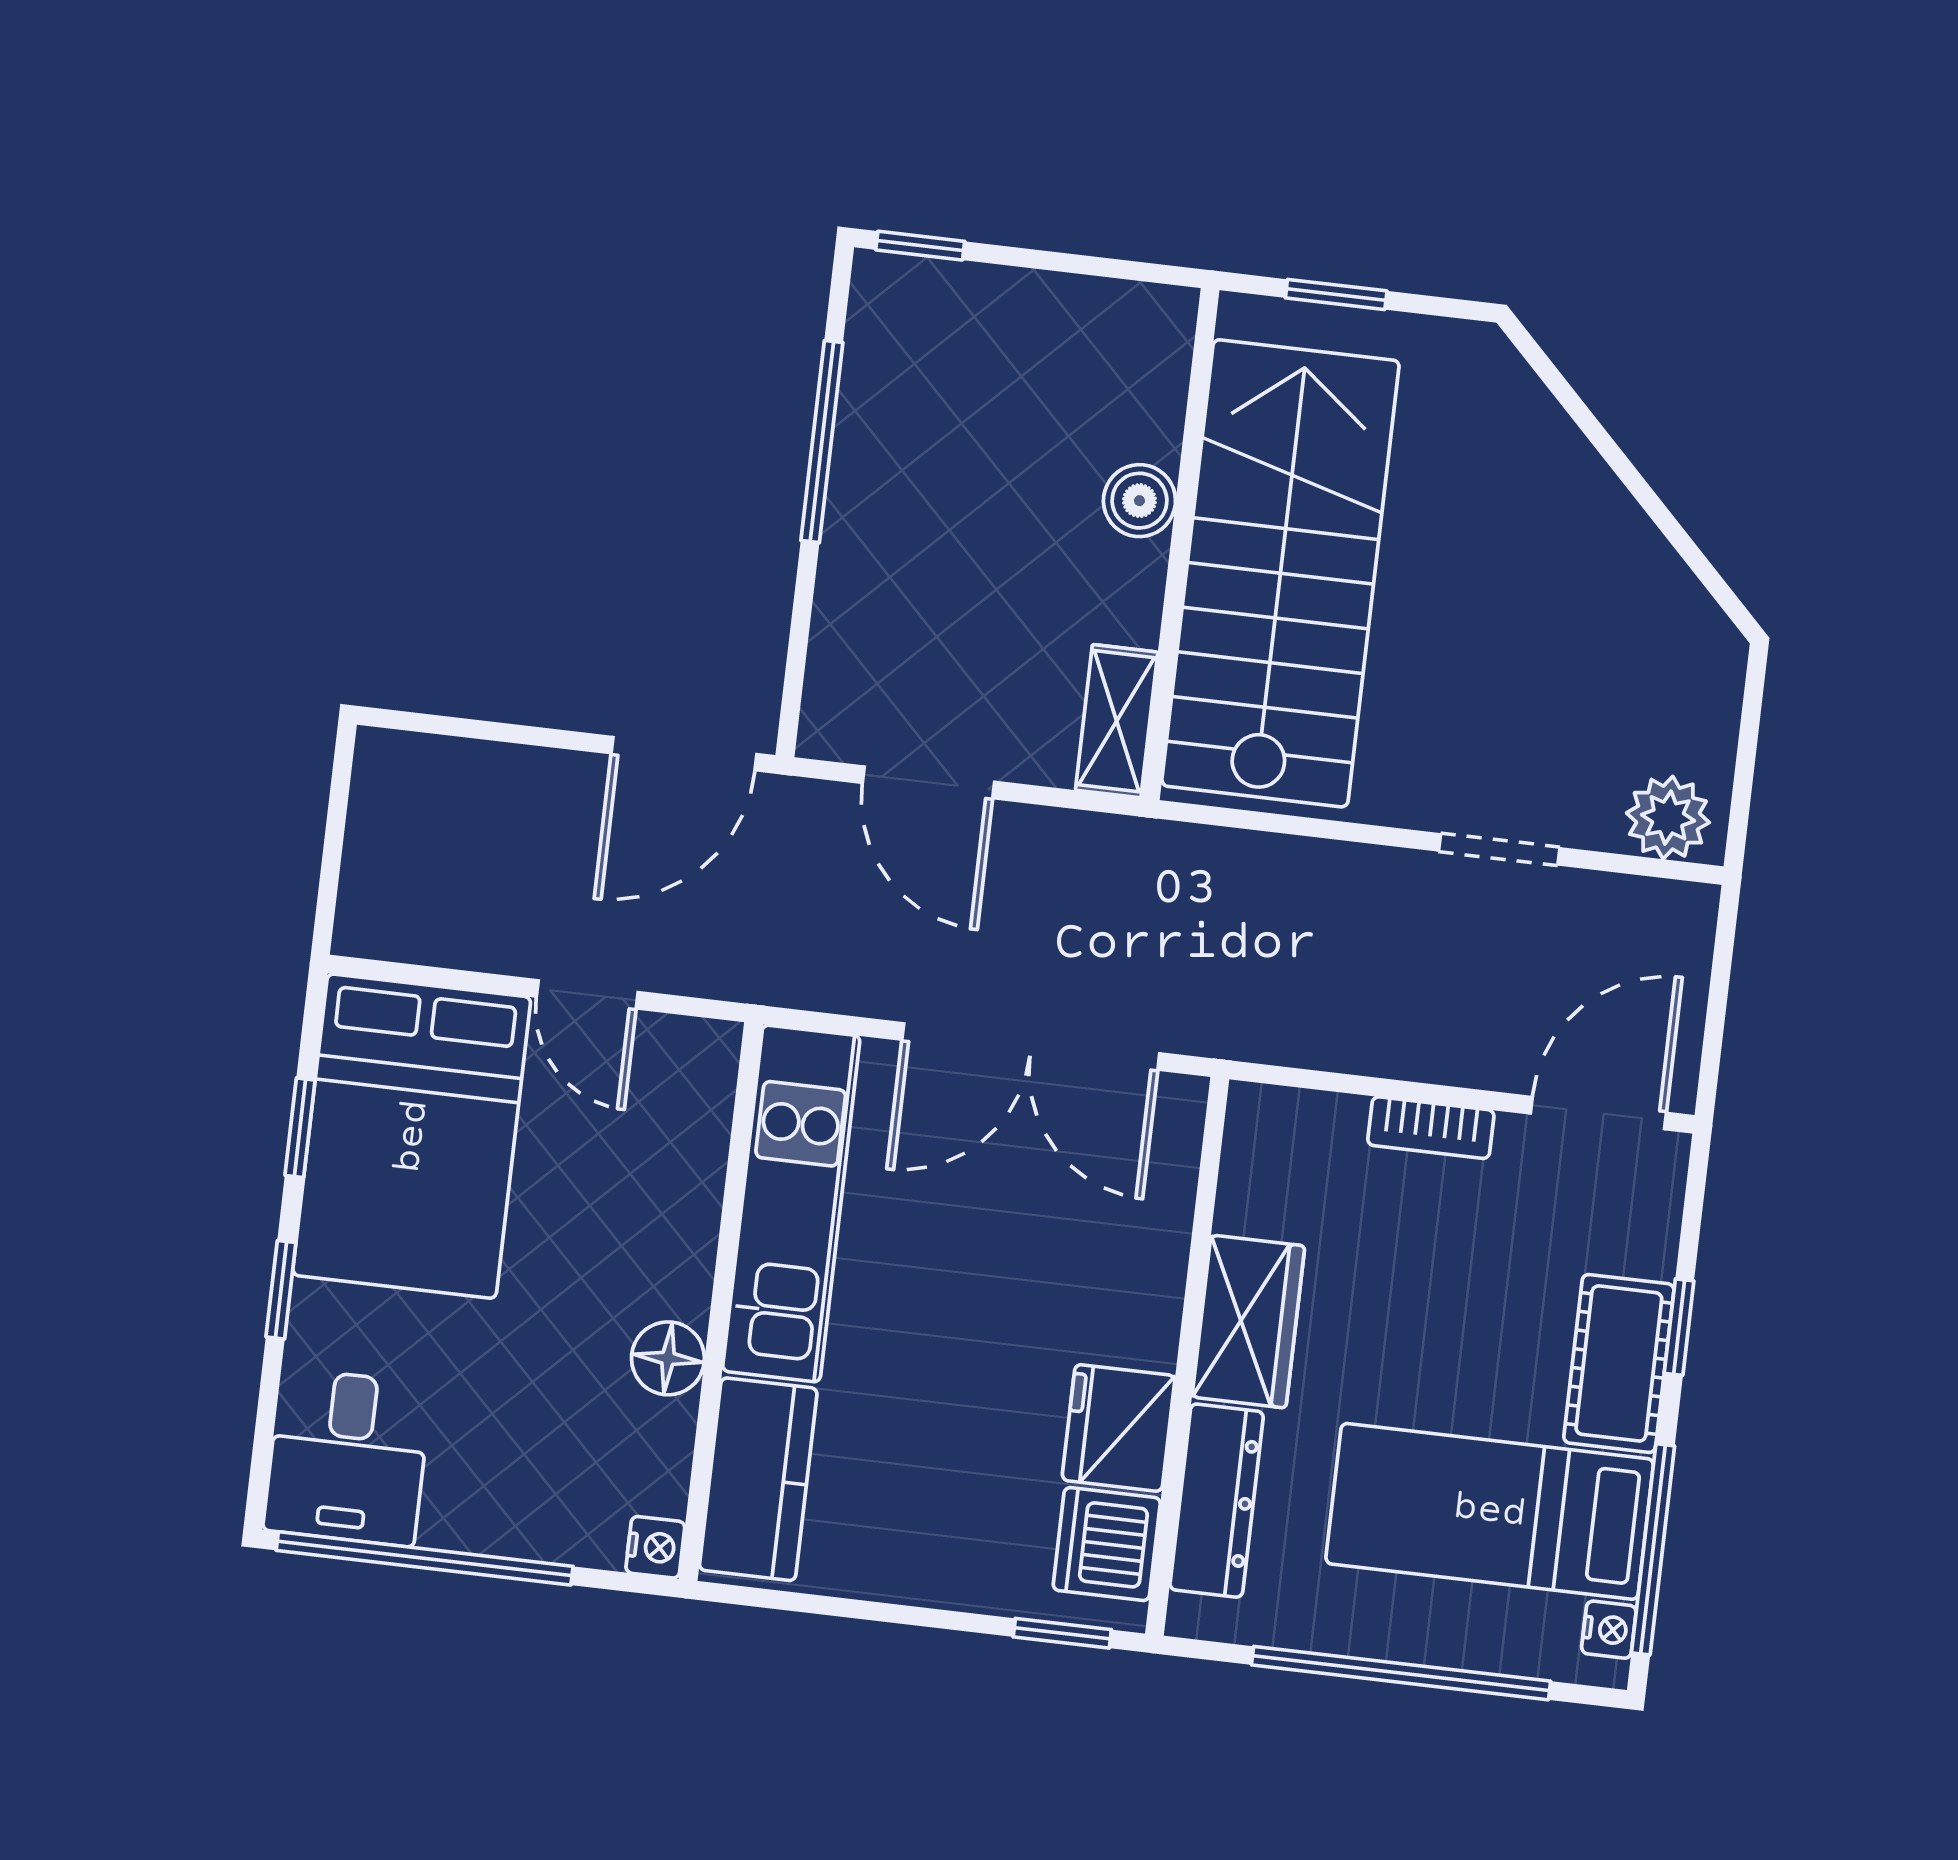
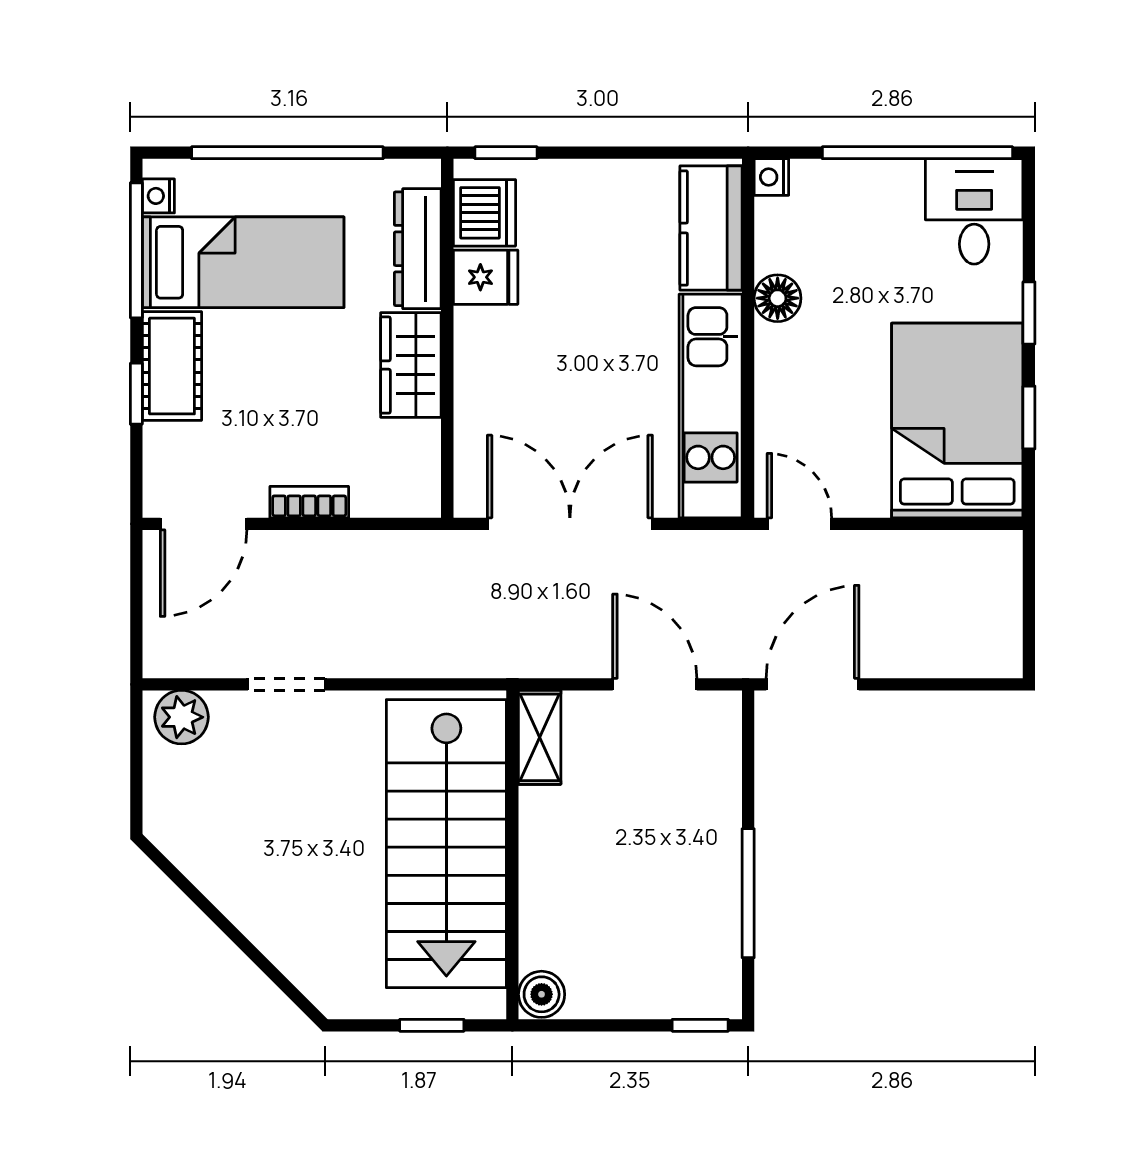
boiler: (1139, 501) -> (542, 994), moved
door: (587, 994) -> (799, 524), moved
fridge: (1119, 1428) -> (486, 277), width x0.72

